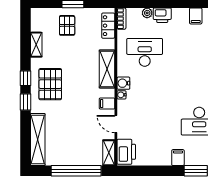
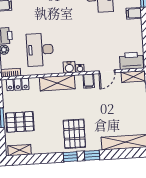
pallet: (67, 25) -> (20, 122), width x1.50, depth x1.42
shelving: (36, 45) -> (20, 150), moved
pallet: (50, 84) -> (74, 134), turned 90

